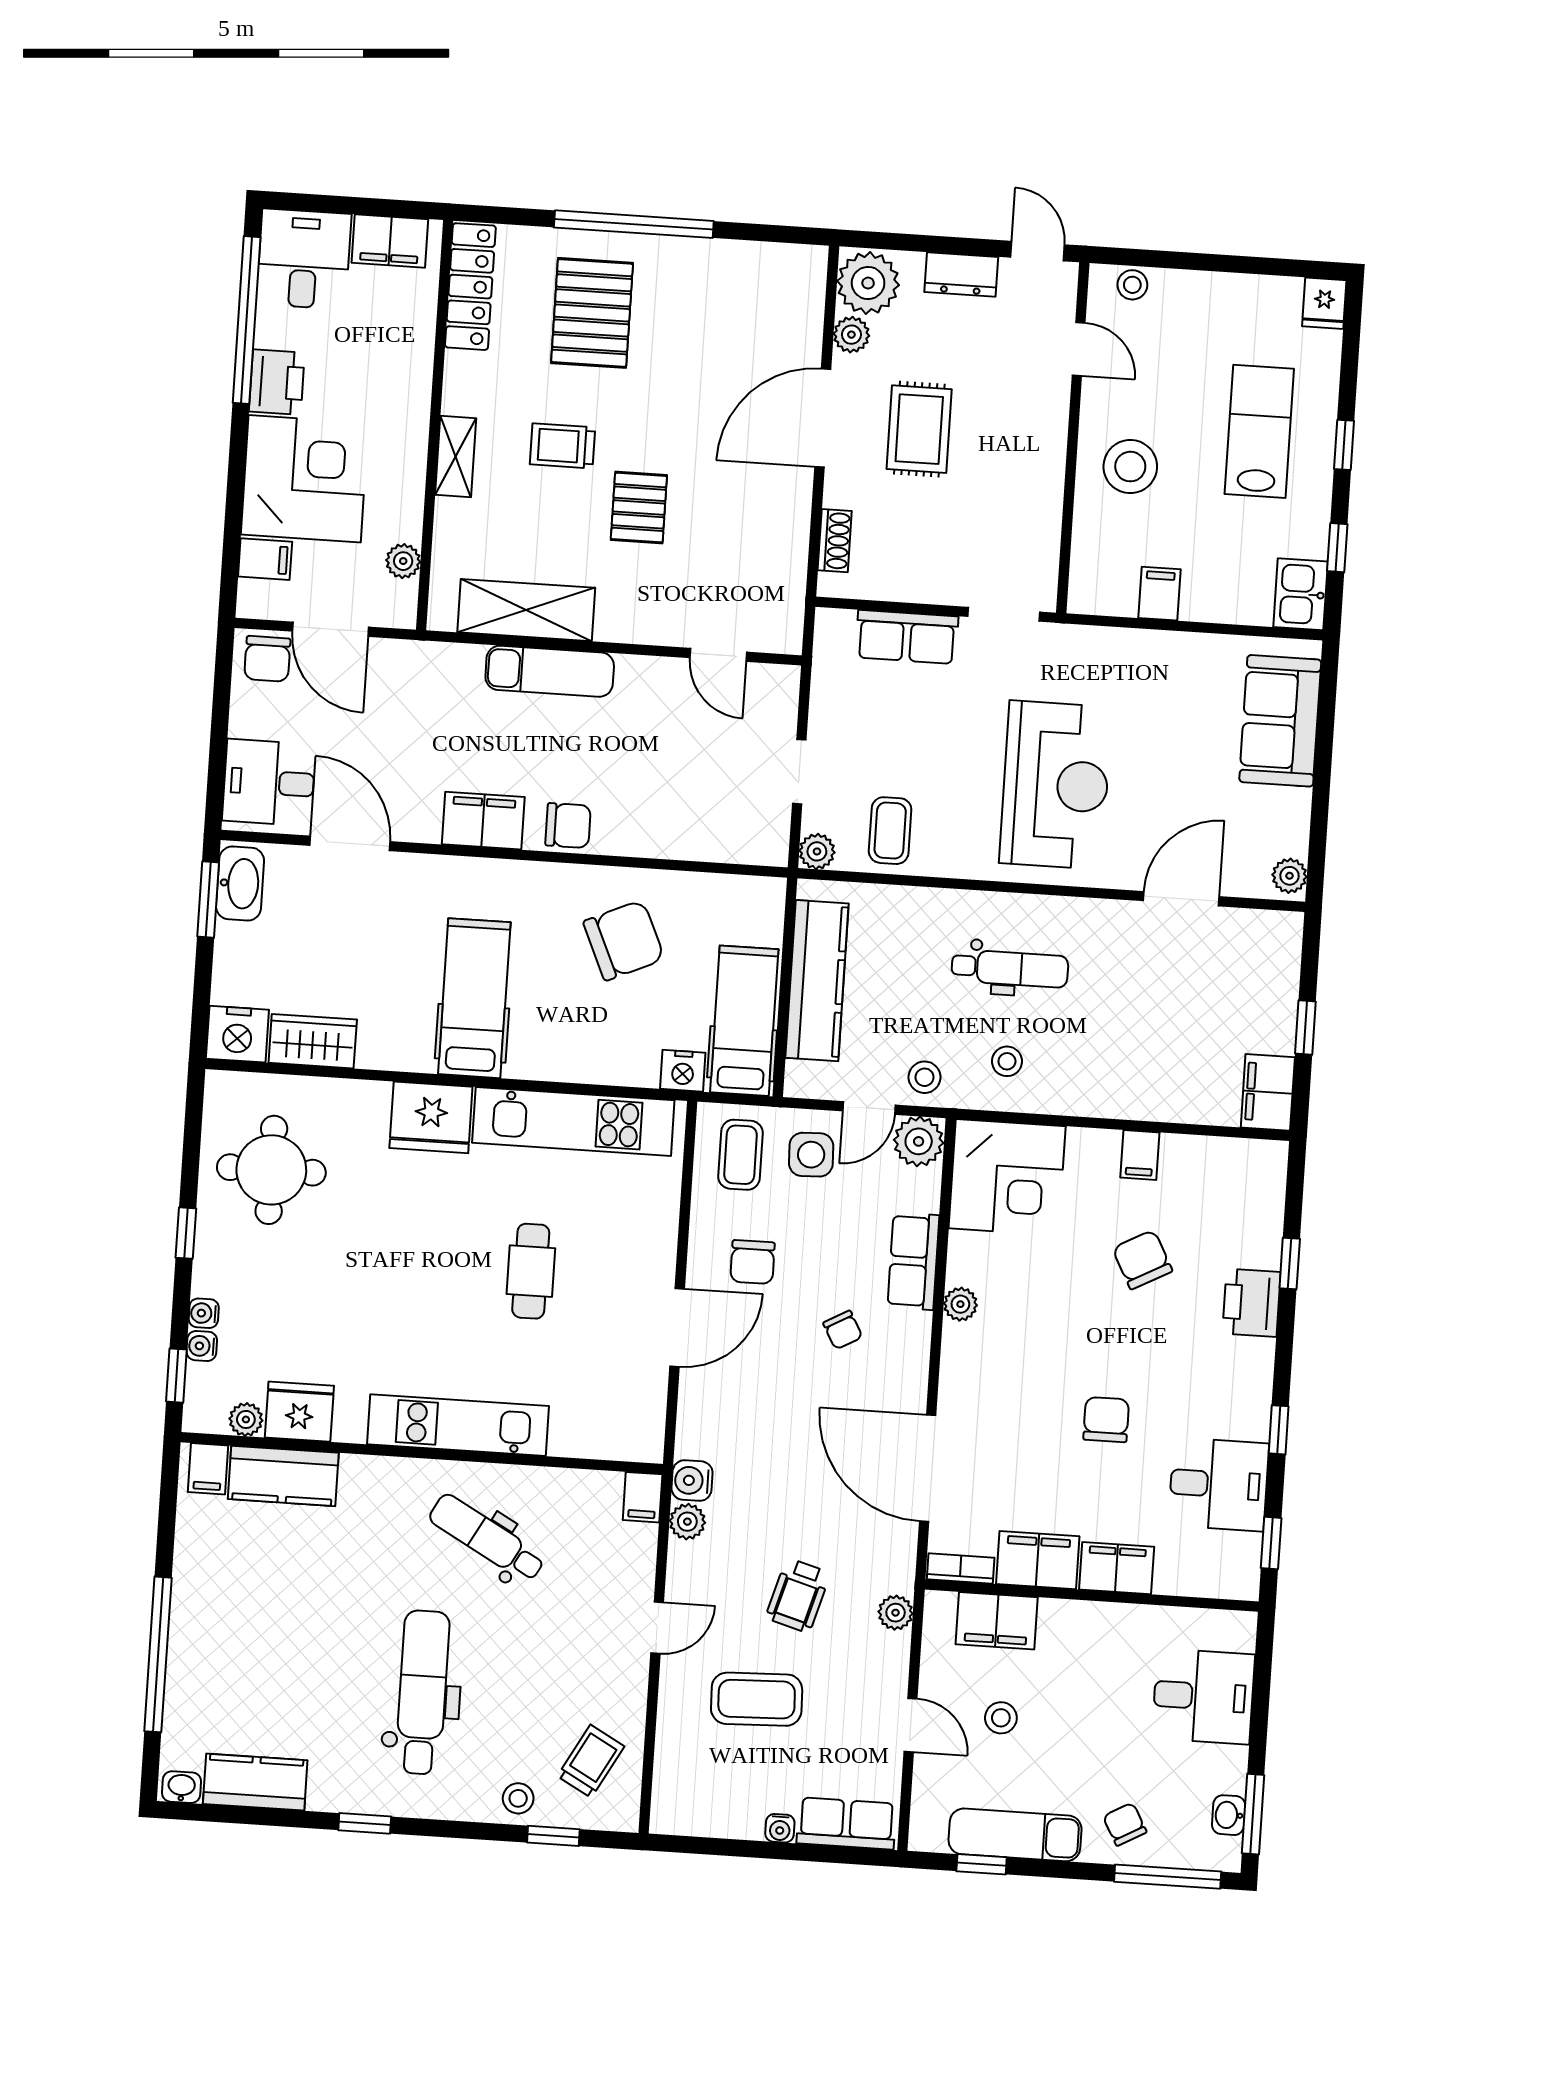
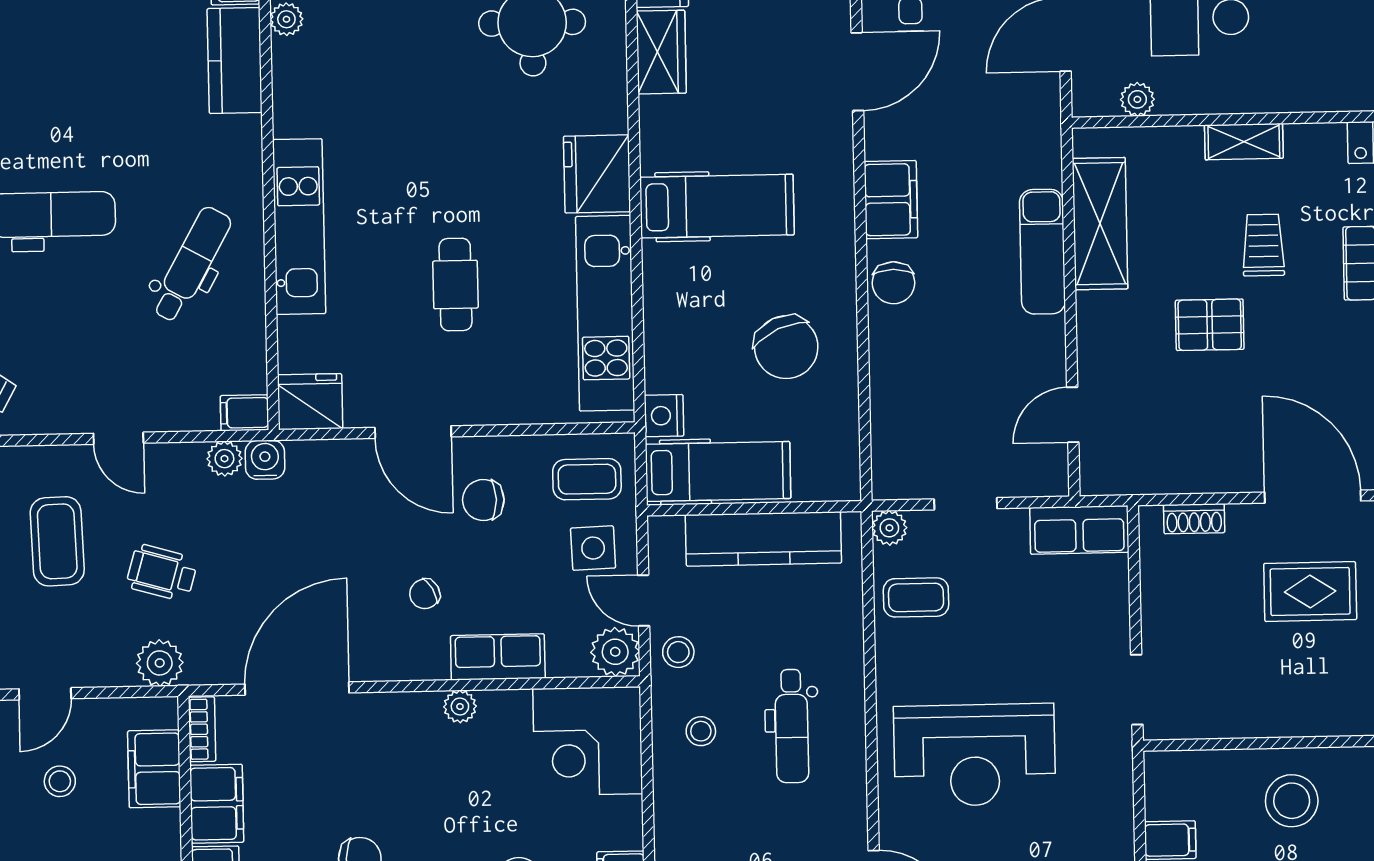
row of seats: (907, 637) -> (1079, 530), moved, turned -90
cafe table: (531, 1271) -> (455, 285), turned 90
fridge: (299, 1412) -> (310, 402), moved, turned -90
plant: (896, 1613) -> (160, 663), width x1.38, depth x1.38

